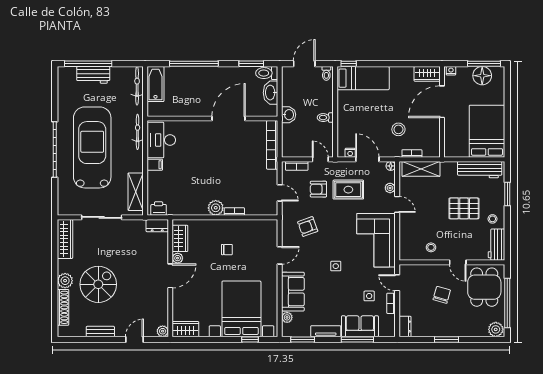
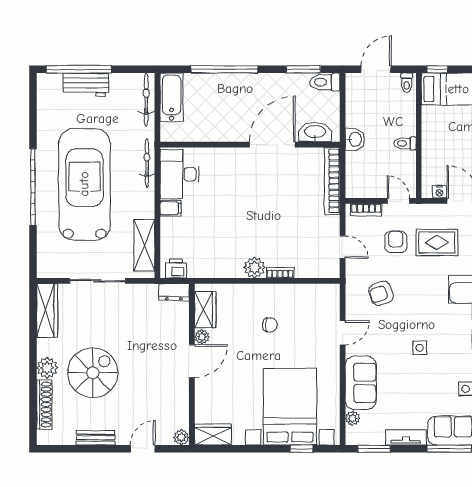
washbasin: (271, 93) -> (315, 132), moved, turned 90
armchair: (318, 189) -> (396, 242), turned 90

